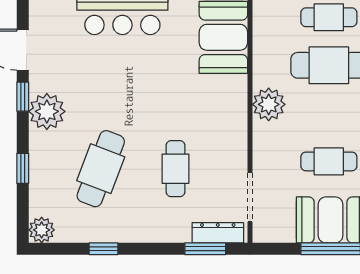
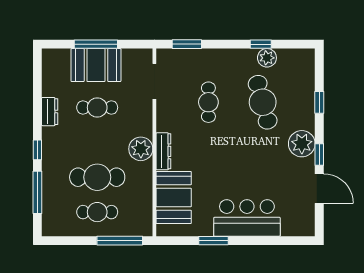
cafe table: (101, 169) -> (263, 102), turned -36
plant: (42, 230) -> (267, 58), moved
dresser: (218, 233) -> (163, 151), moved, turned -90

